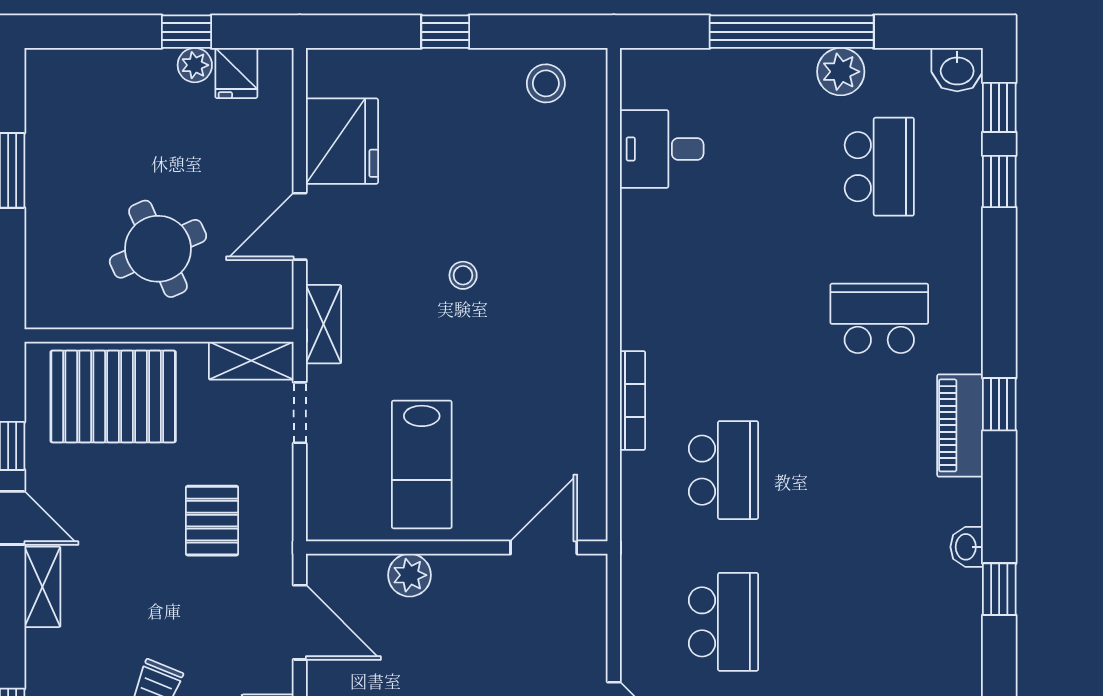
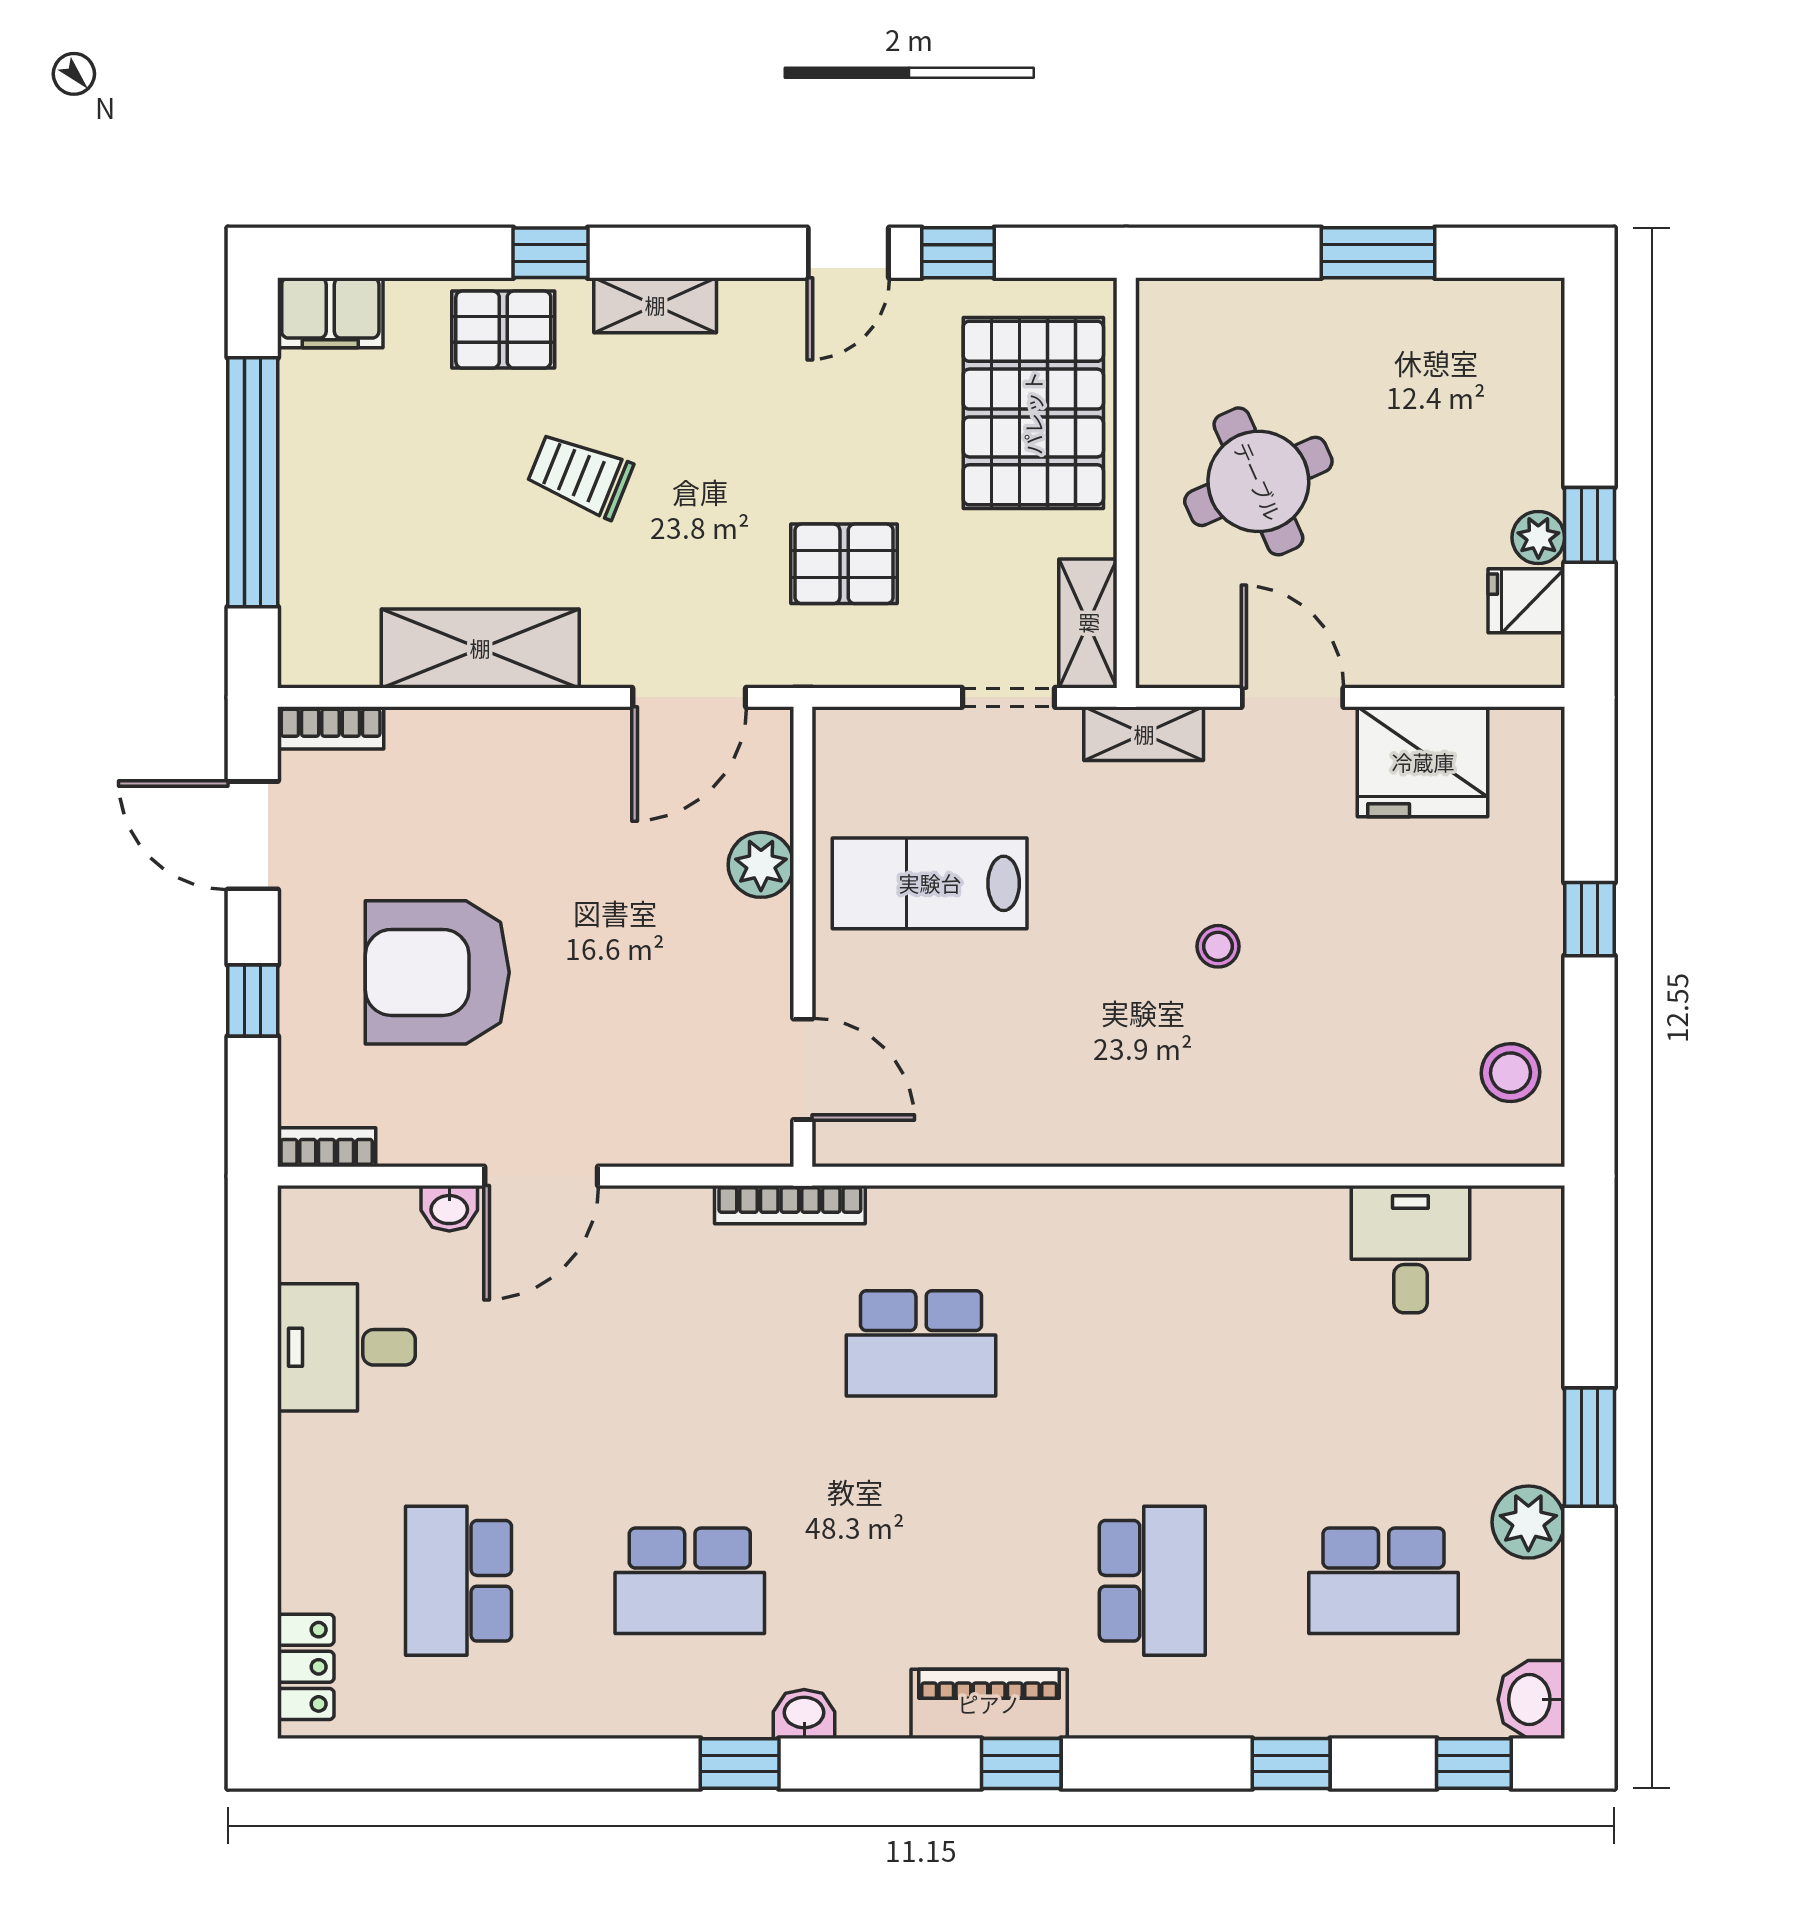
window: (792, 32) -> (1589, 1447), width x0.47
window: (999, 181) -> (1291, 1764), moved
bookcase: (633, 400) -> (790, 1205), moved
shelving: (42, 587) -> (655, 305), moved
school desk: (724, 622) -> (690, 1581), moved

